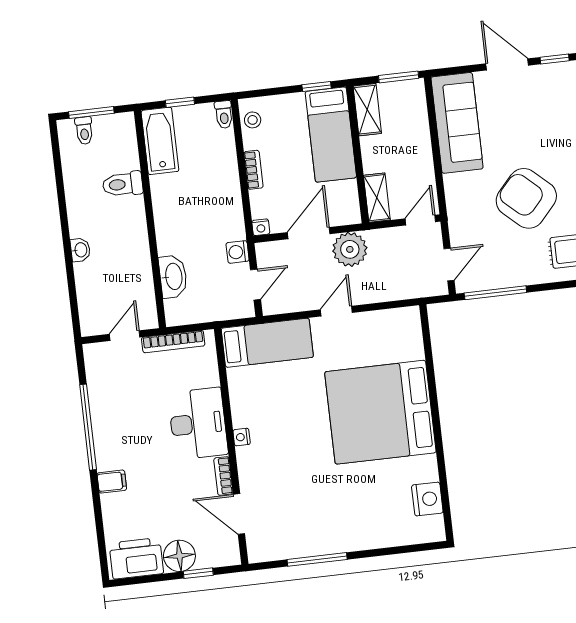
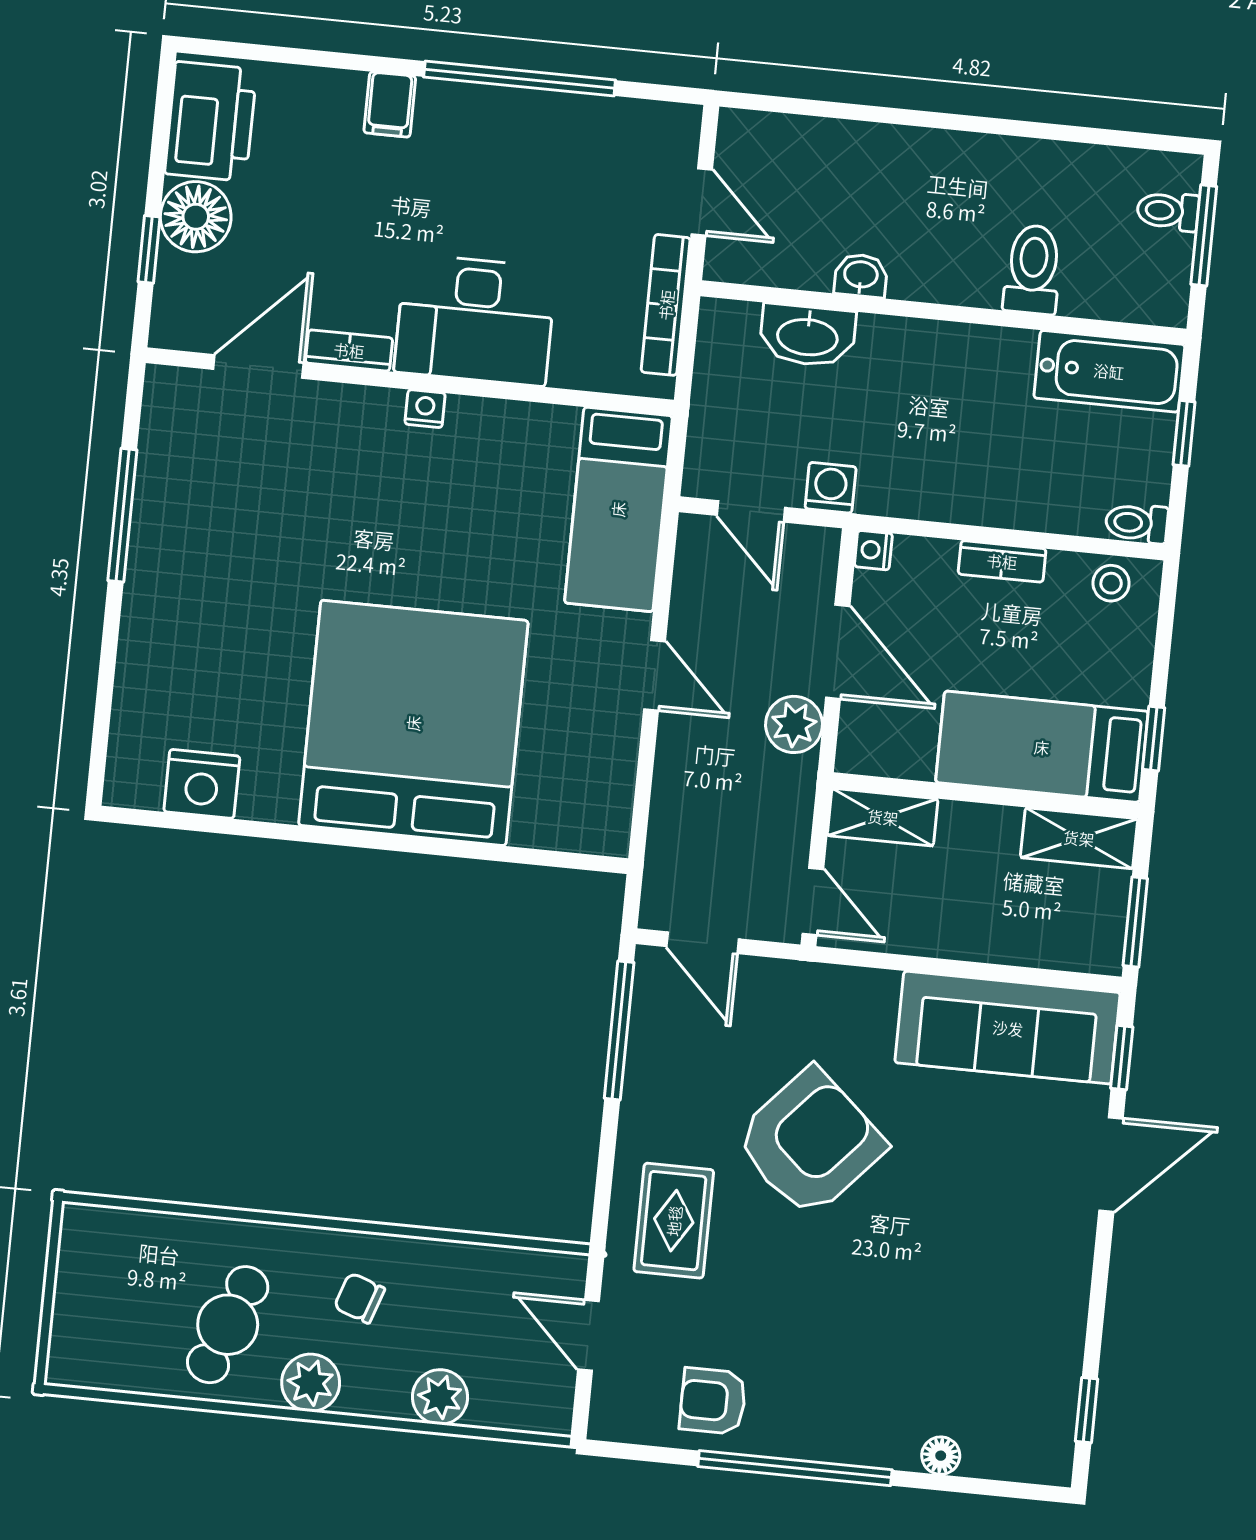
window: (555, 59) -> (1122, 1058), moved
plant: (350, 249) -> (794, 724), width x0.73, depth x0.73
washbasin: (80, 250) -> (861, 276), moved, turned 180

